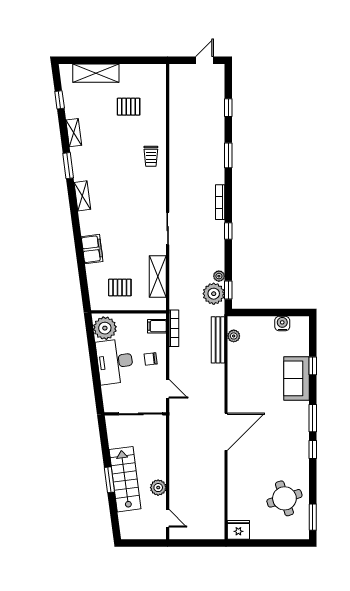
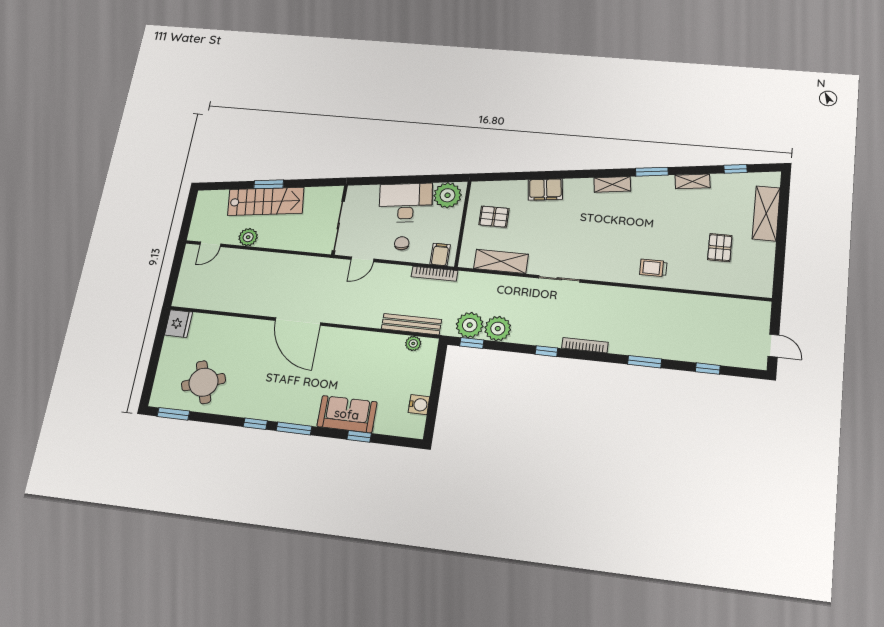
plant: (219, 276) -> (498, 329), width x1.87, depth x1.87
pallet: (120, 287) -> (494, 217), turned 90

